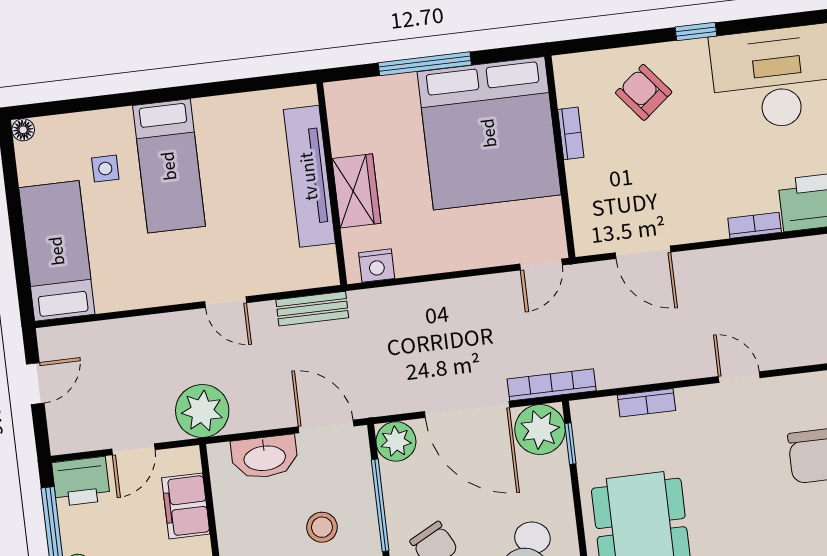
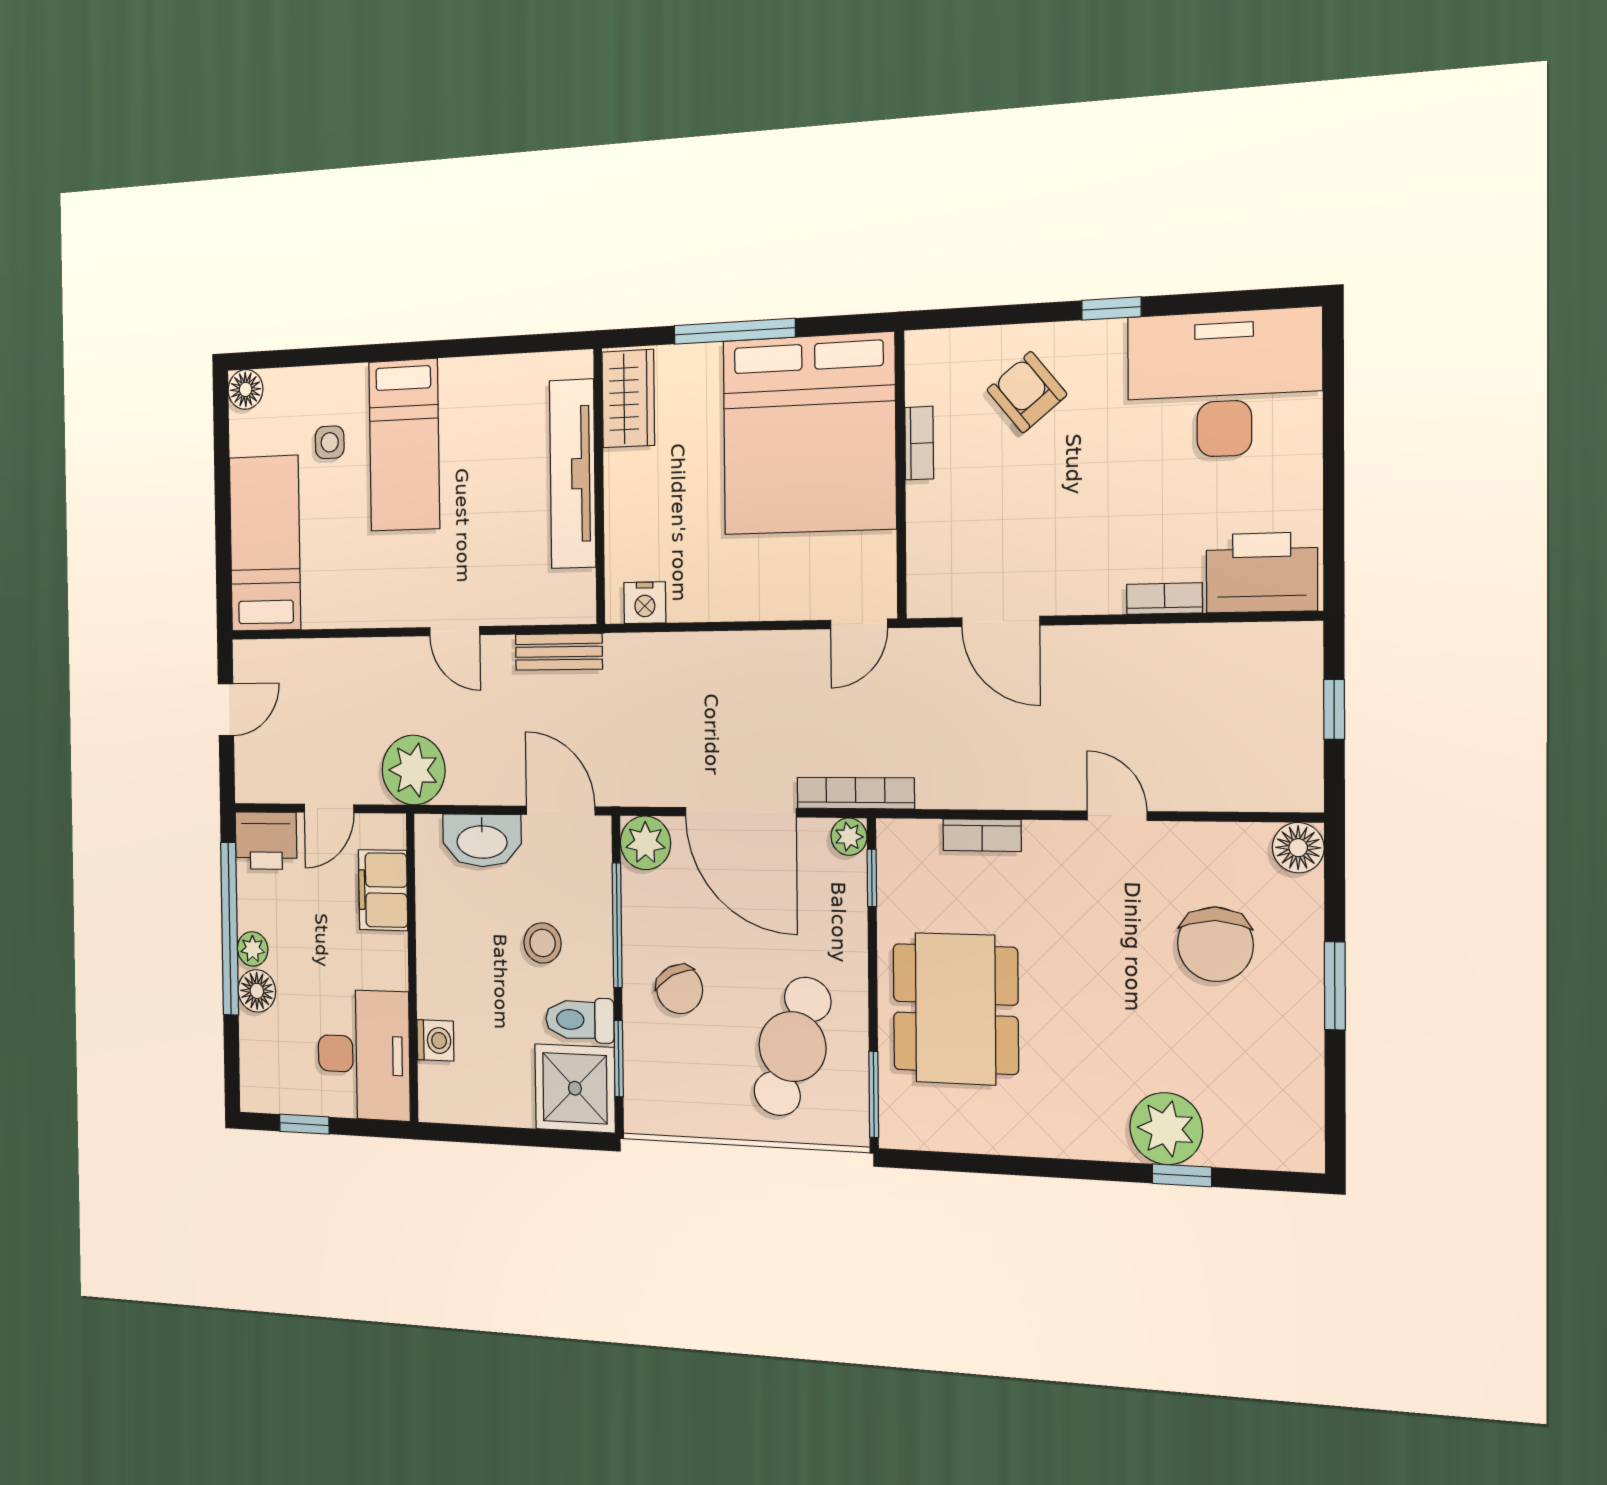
floor lamp: (23, 130) -> (246, 389), width x1.37, depth x1.37
wardrobe: (356, 191) -> (628, 399), moved
plant: (540, 430) -> (849, 837), width x0.53, depth x0.53

